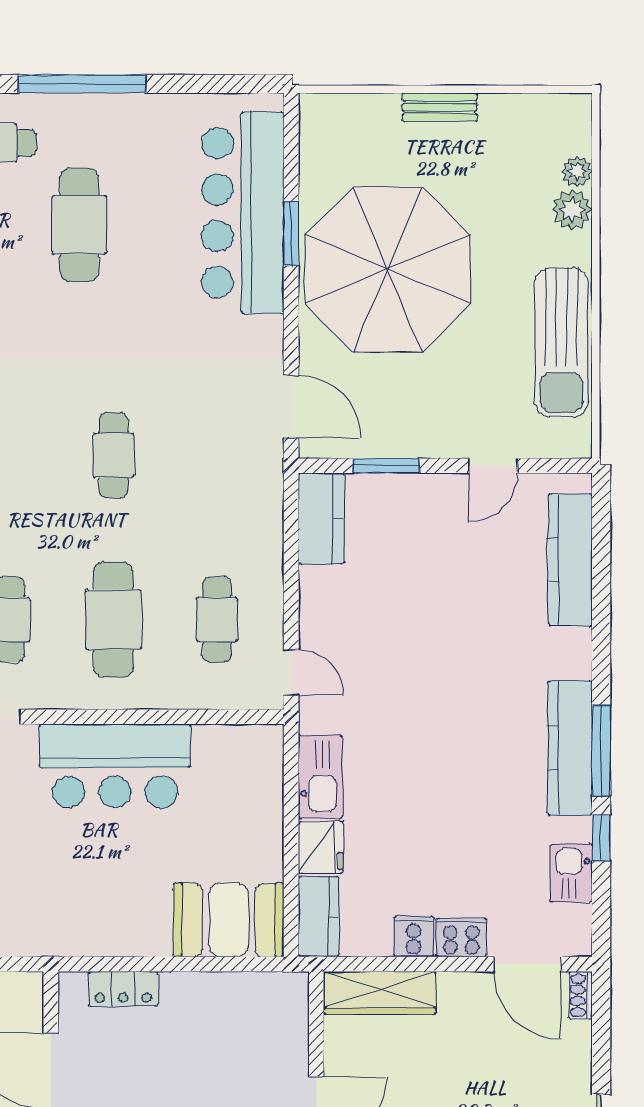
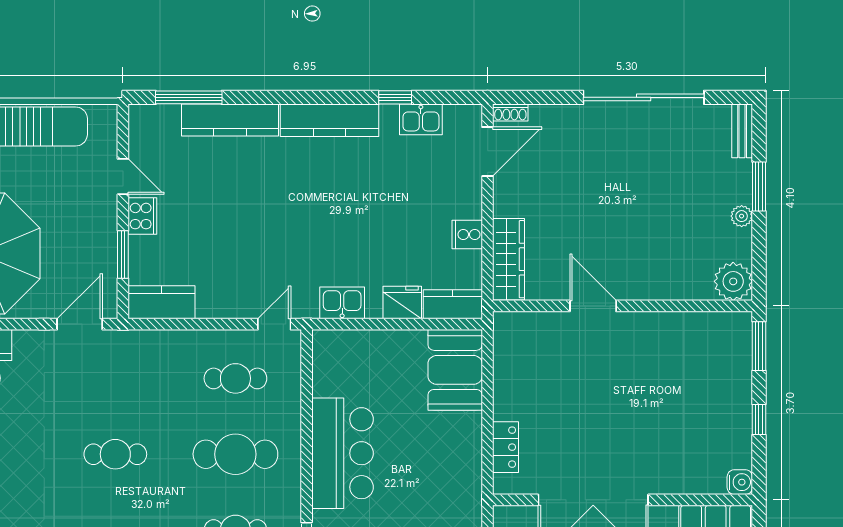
kitchen counter: (570, 560) -> (230, 120), moved
window: (601, 751) -> (189, 97), moved
kitchen sink: (320, 777) -> (342, 303), width x0.73
cooker: (461, 937) -> (142, 216), moved, turned 180

